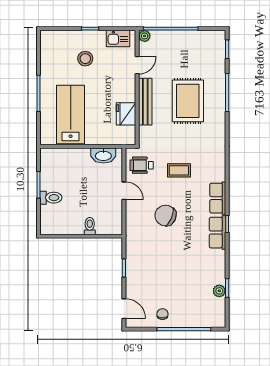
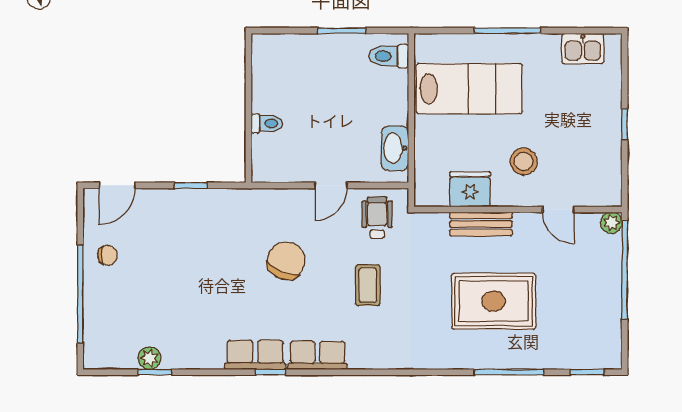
kitchen sink: (118, 38) -> (583, 49), moved, turned -90
stool: (85, 59) -> (524, 161), moved
bench: (145, 102) -> (481, 224), width x0.73
toilet: (51, 198) -> (389, 56), moved, turned 90

